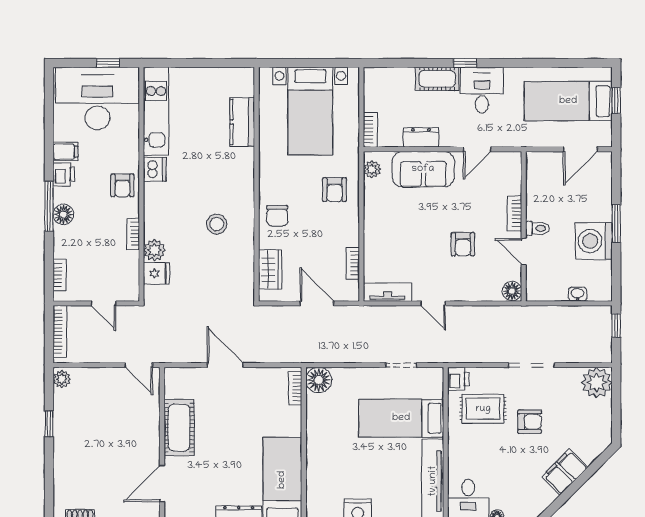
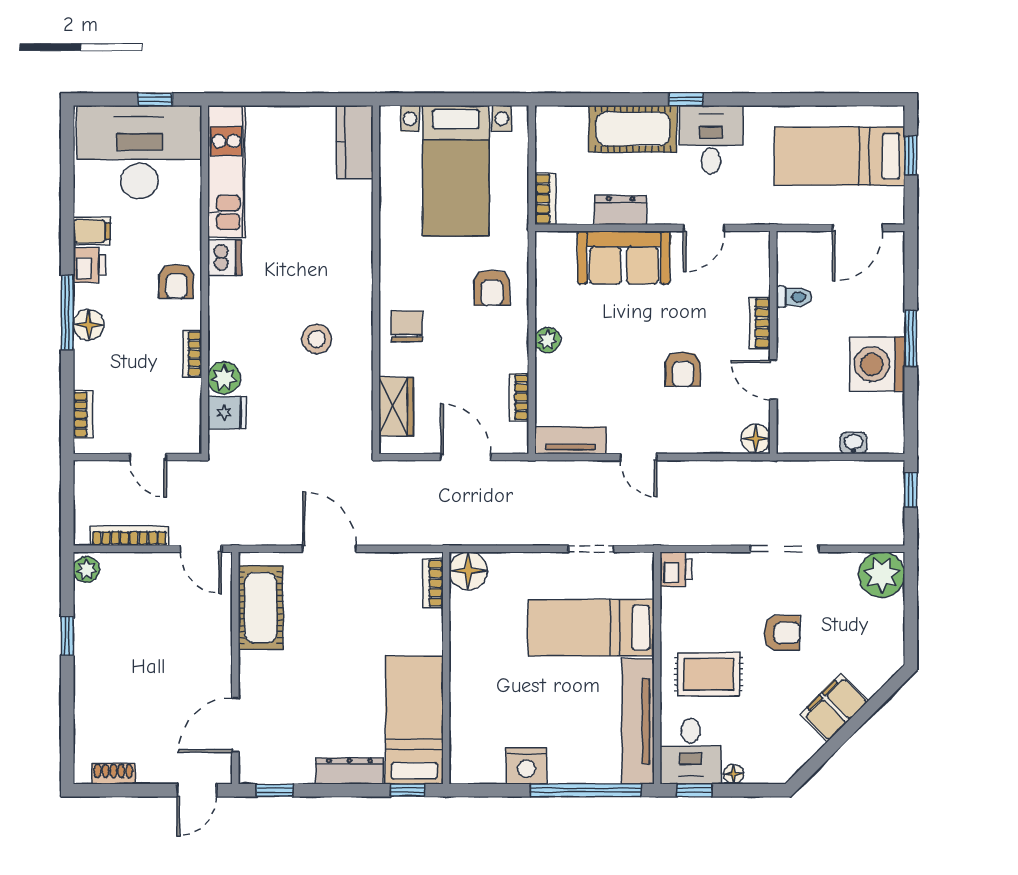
cot: (437, 79) -> (633, 129), width x1.37, depth x1.34
kitchen counter: (242, 122) -> (355, 142), moved
plant: (372, 169) -> (548, 340), moved
chair: (277, 216) -> (407, 326), turned 180
toilet: (537, 228) -> (794, 297), moved
bookcase: (60, 332) -> (129, 536), moved, turned -90
rug: (483, 409) -> (709, 674), moved
cot: (179, 428) -> (261, 608), moved

